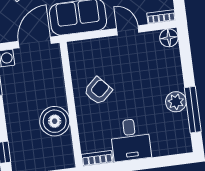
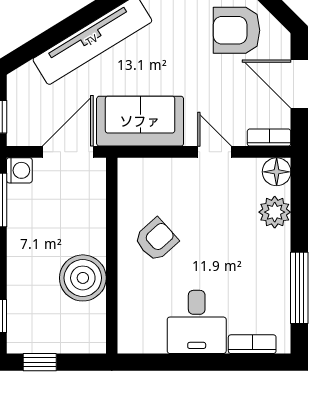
plant: (176, 102) -> (275, 212), moved
bookcase: (97, 158) -> (252, 344), moved

